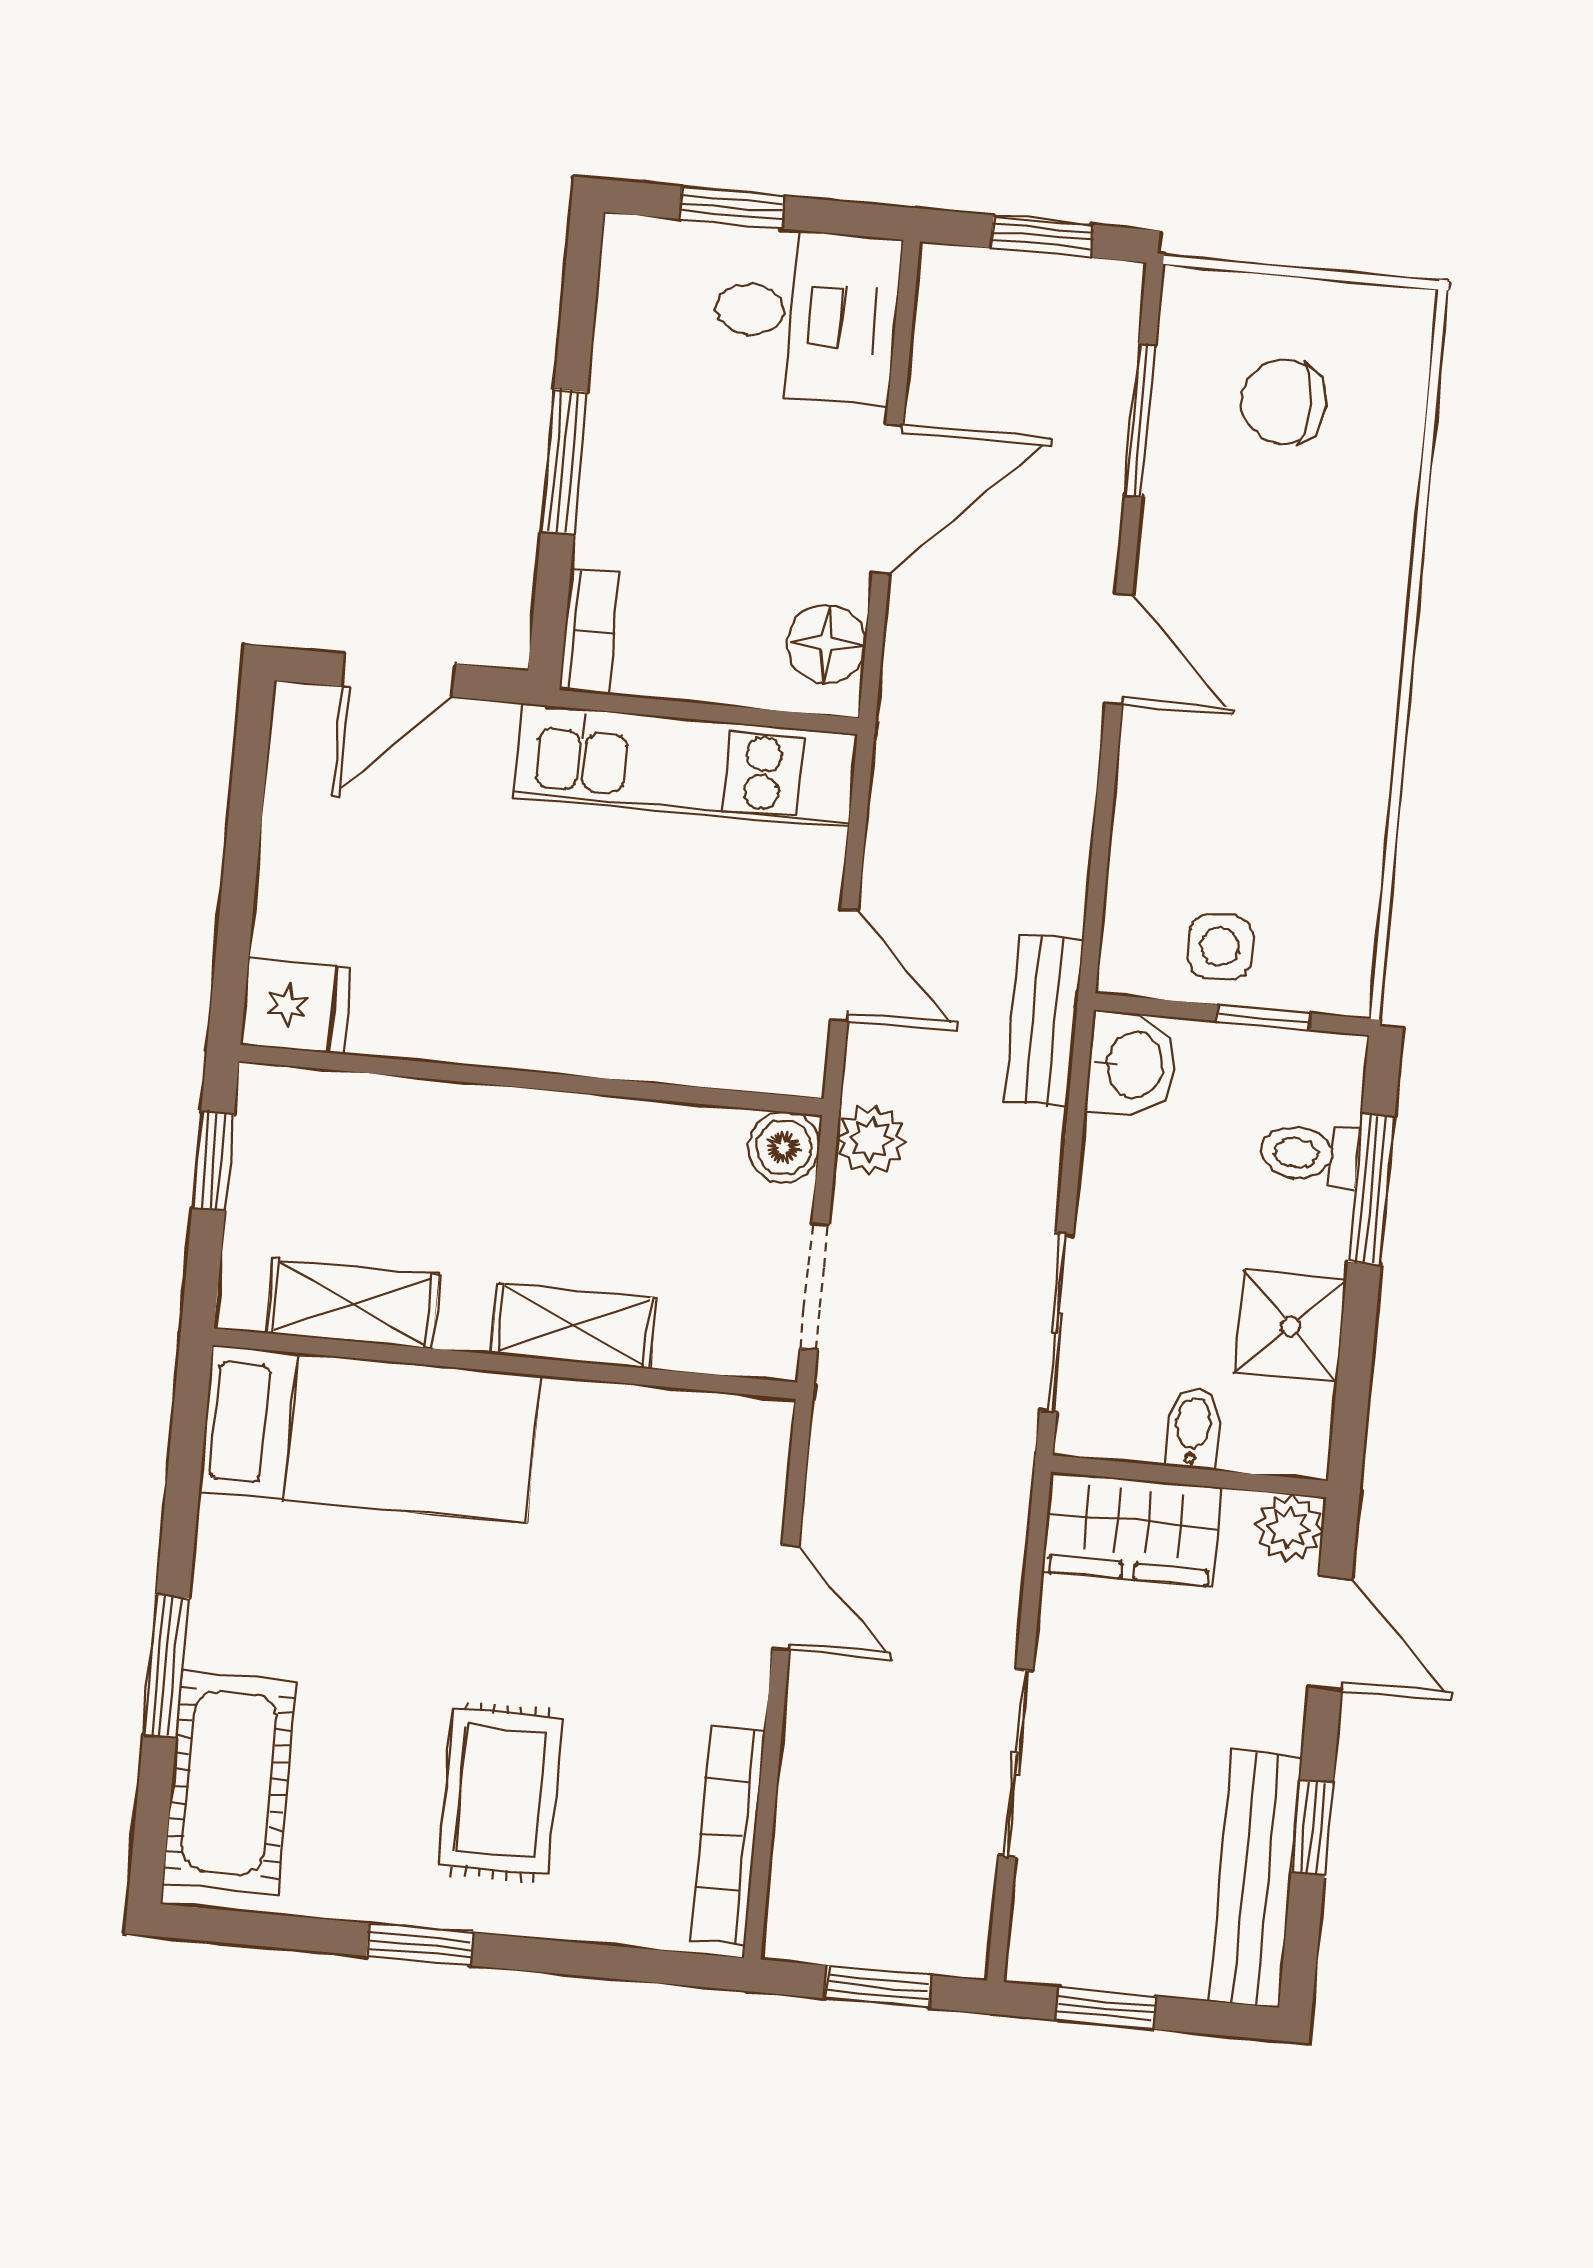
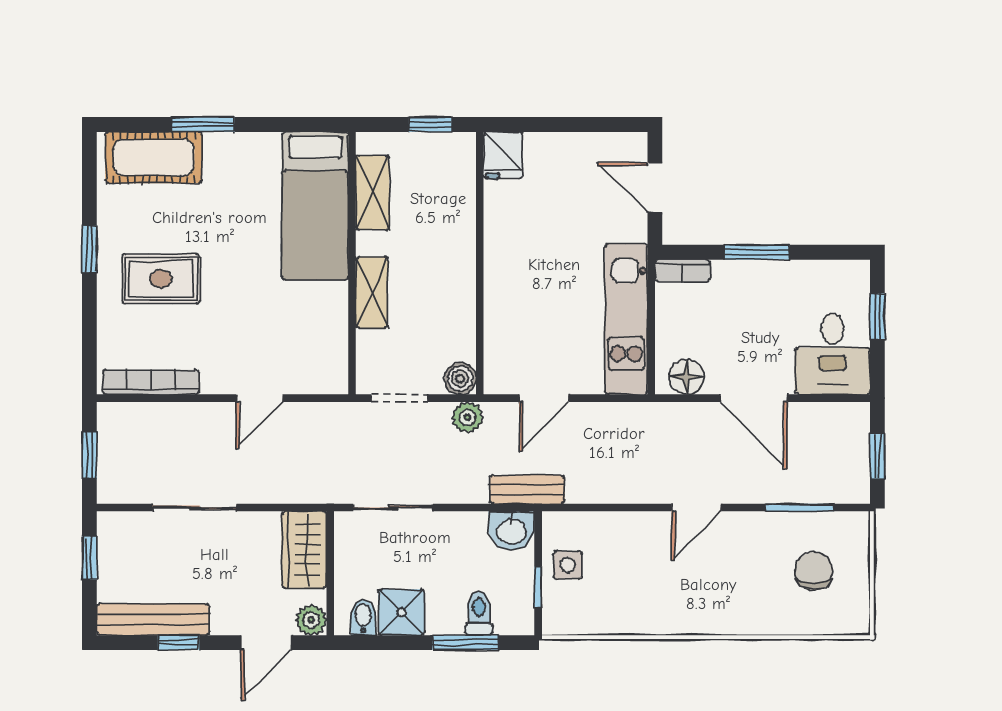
bidet: (1193, 1428) -> (363, 617), moved, turned -90

